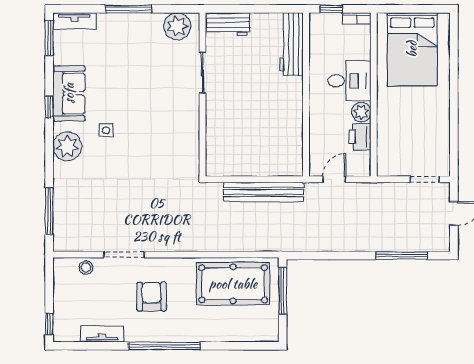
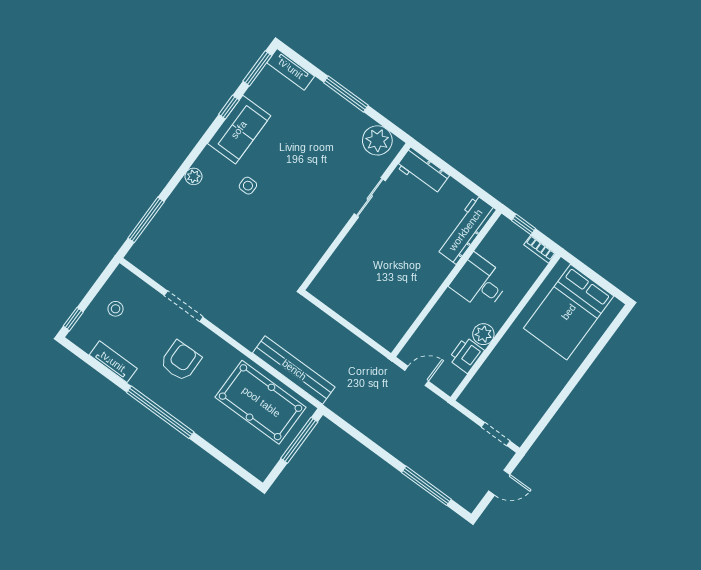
desk: (349, 81) -> (480, 283), moved, turned 180
window: (49, 107) -> (229, 107), moved
plant: (67, 146) -> (193, 176), width x0.53, depth x0.53
bench: (263, 192) -> (294, 370), moved
stool: (86, 268) -> (116, 309), moved

